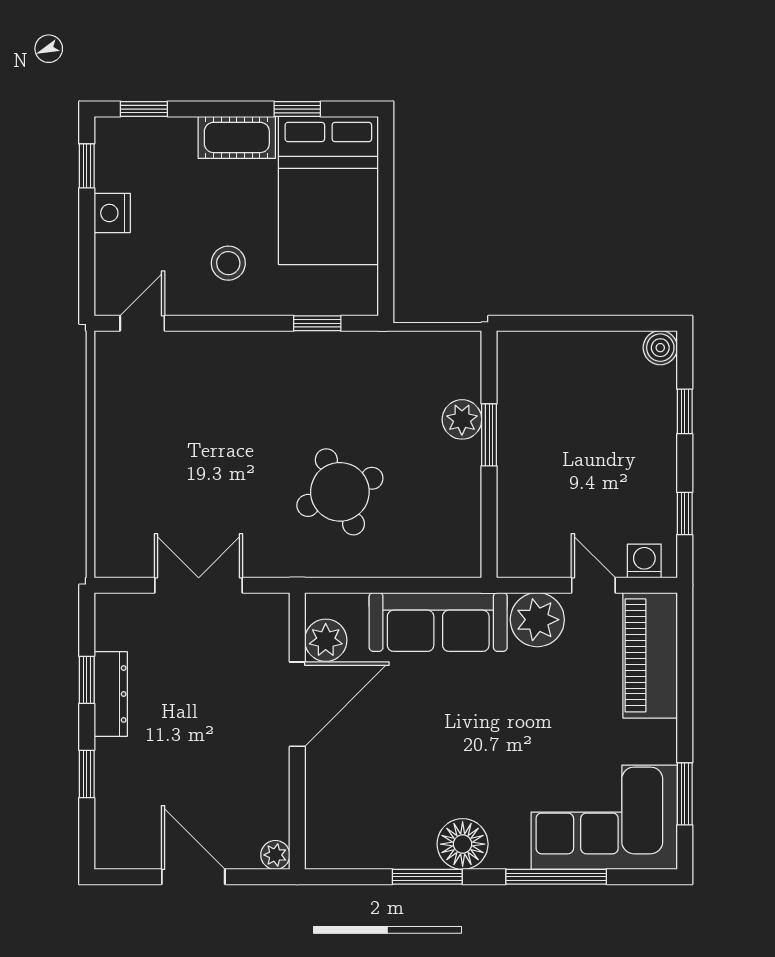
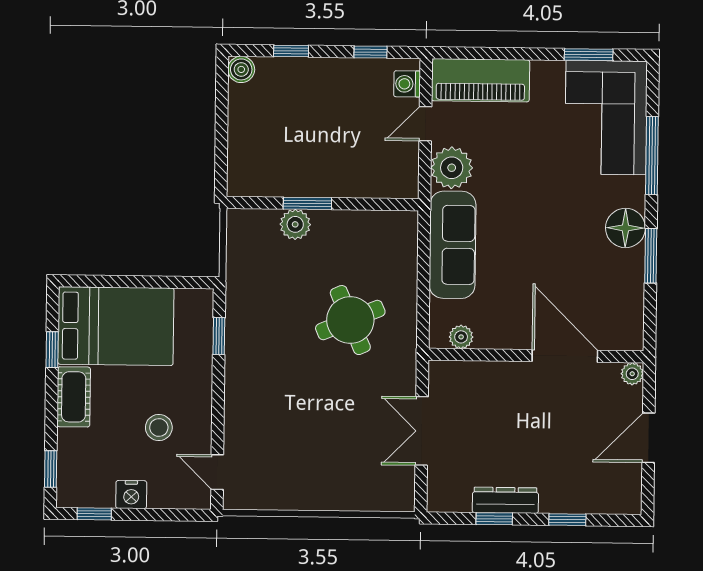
stool: (228, 263) -> (159, 427), moved
plant: (326, 640) -> (461, 337), width x0.73, depth x0.73
door: (297, 704) -> (565, 356), moved

